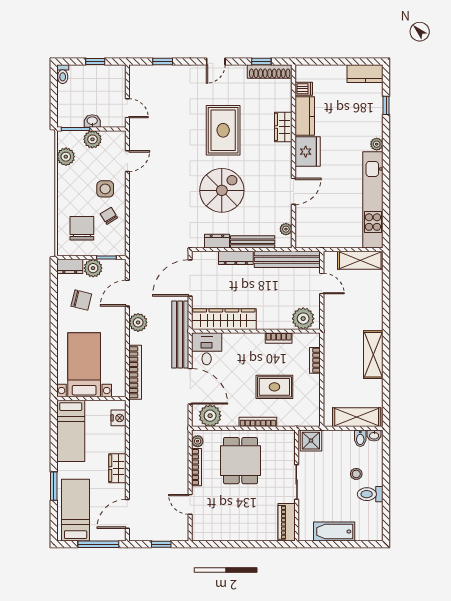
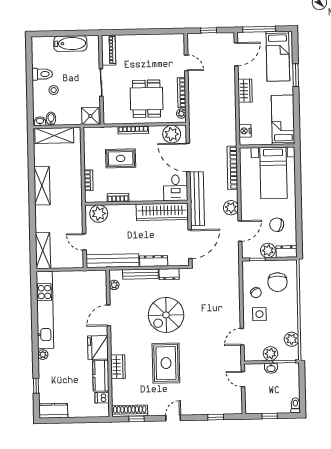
shelving: (360, 260) -> (43, 251), moved, turned 90

